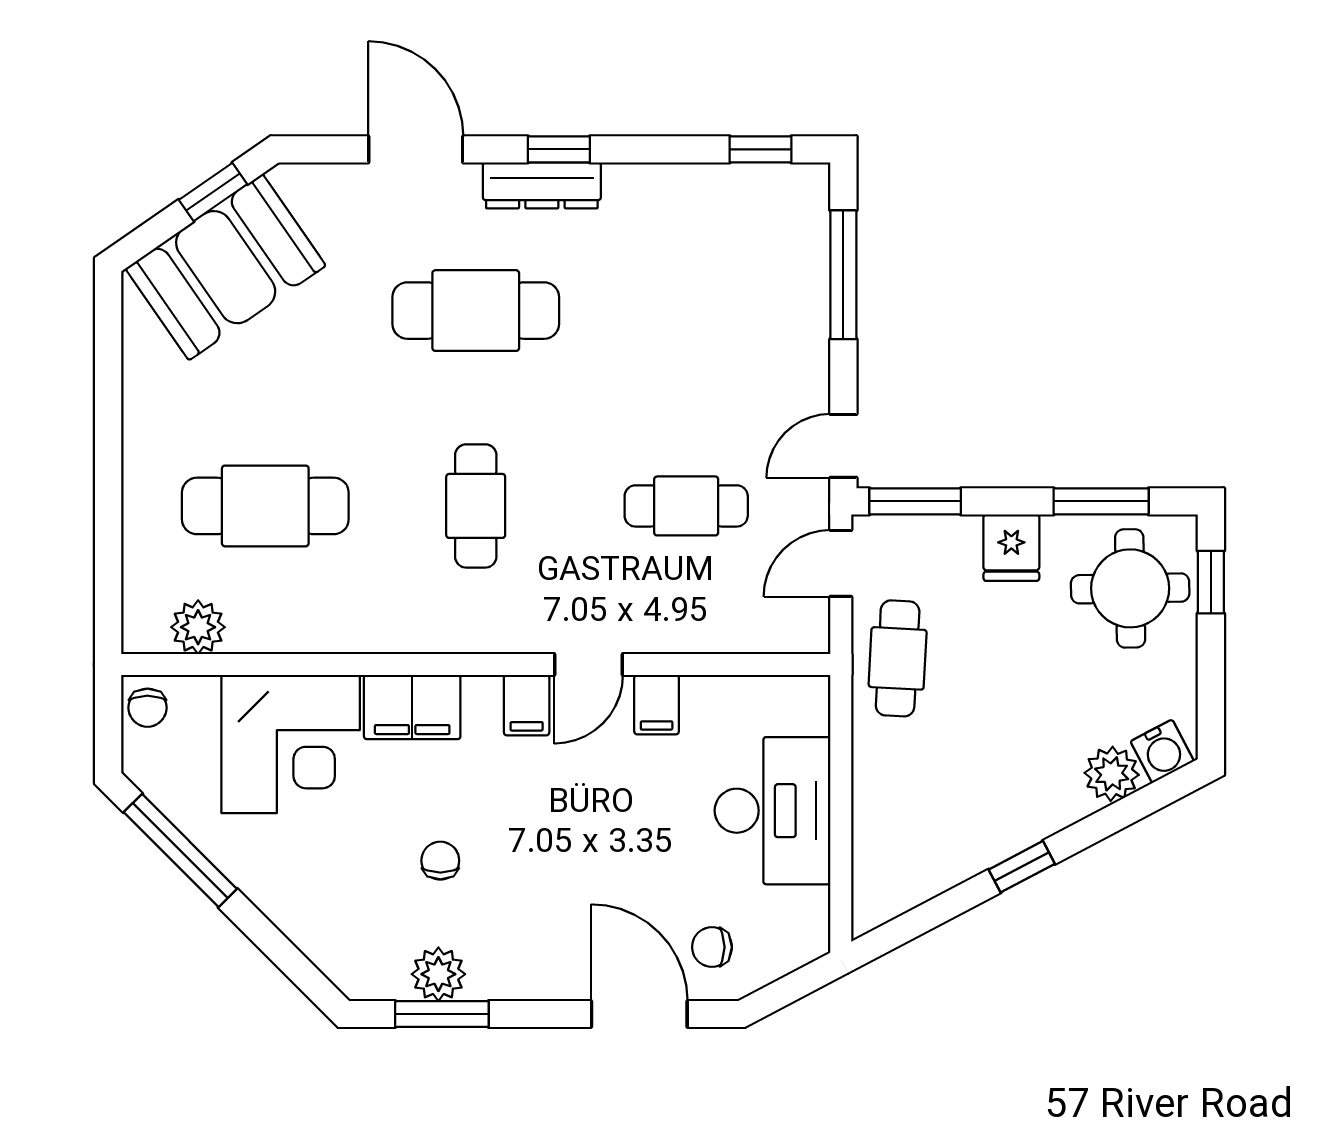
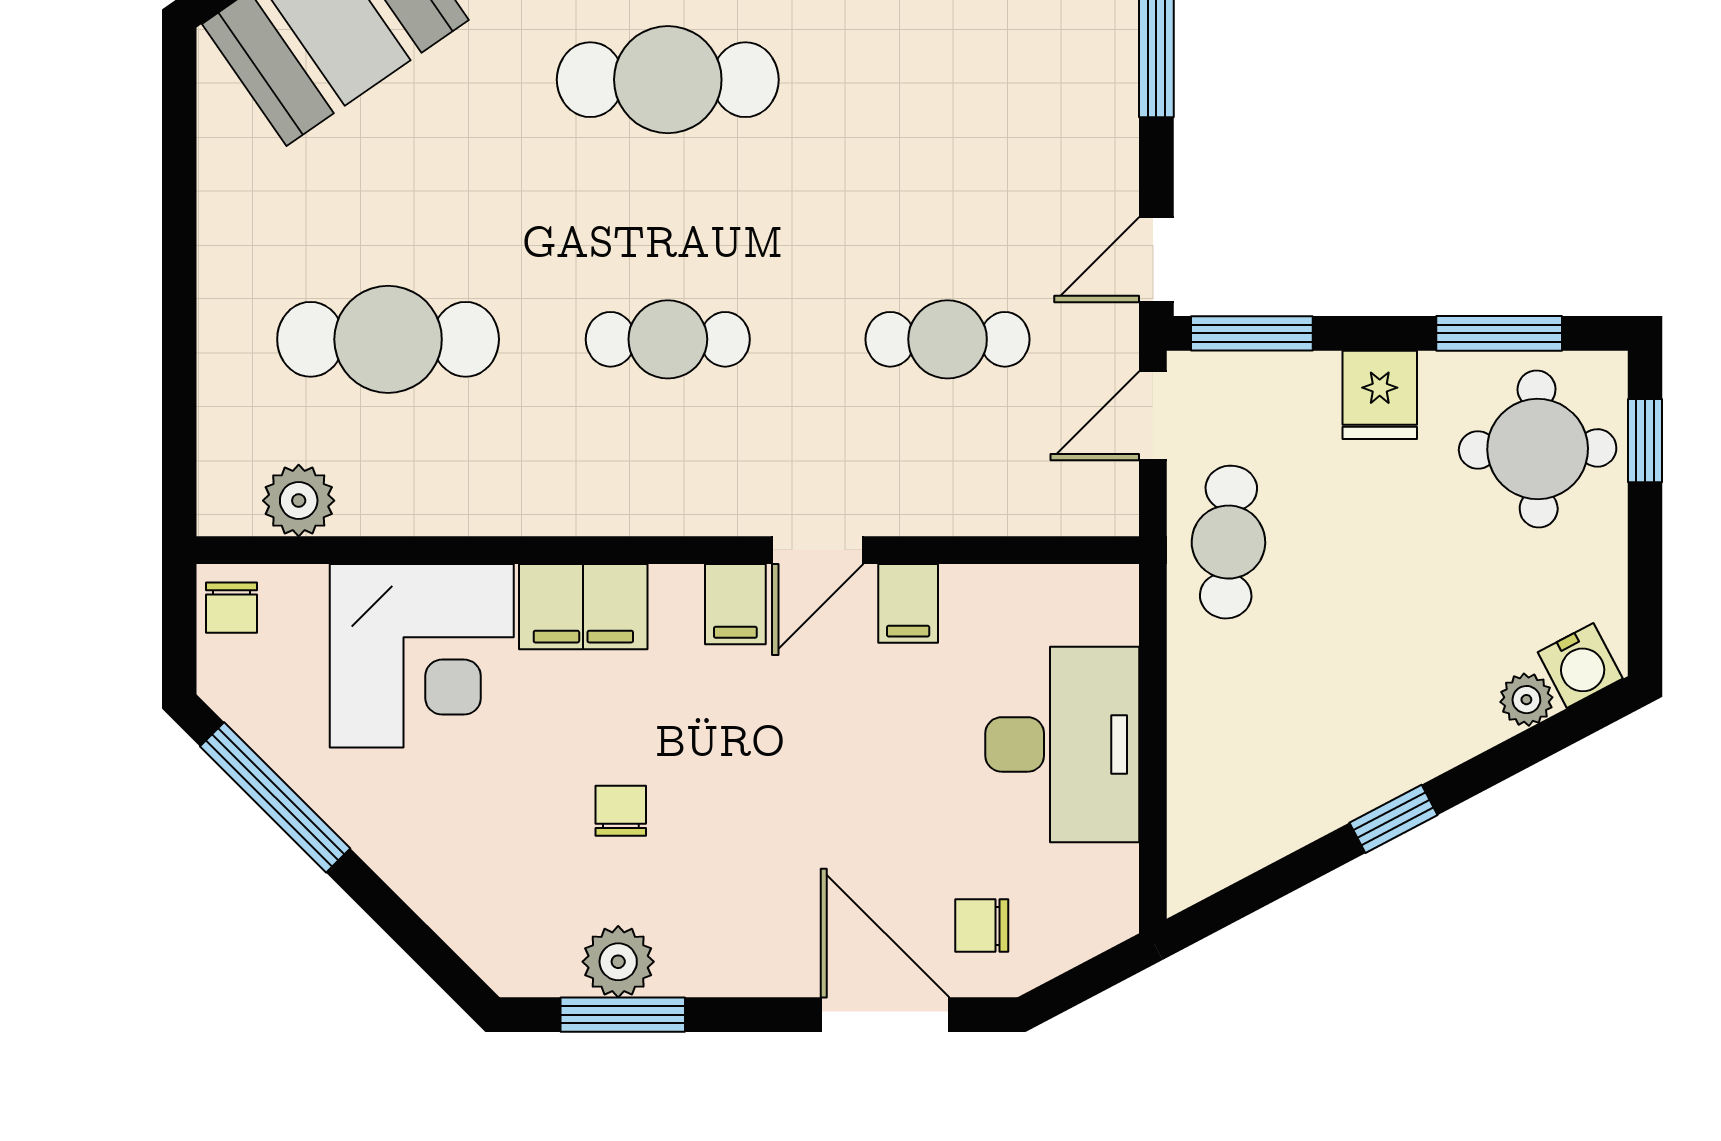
cafe table: (476, 506) -> (668, 339), turned 90
plant: (1112, 774) -> (1526, 700), width x0.73, depth x0.73

